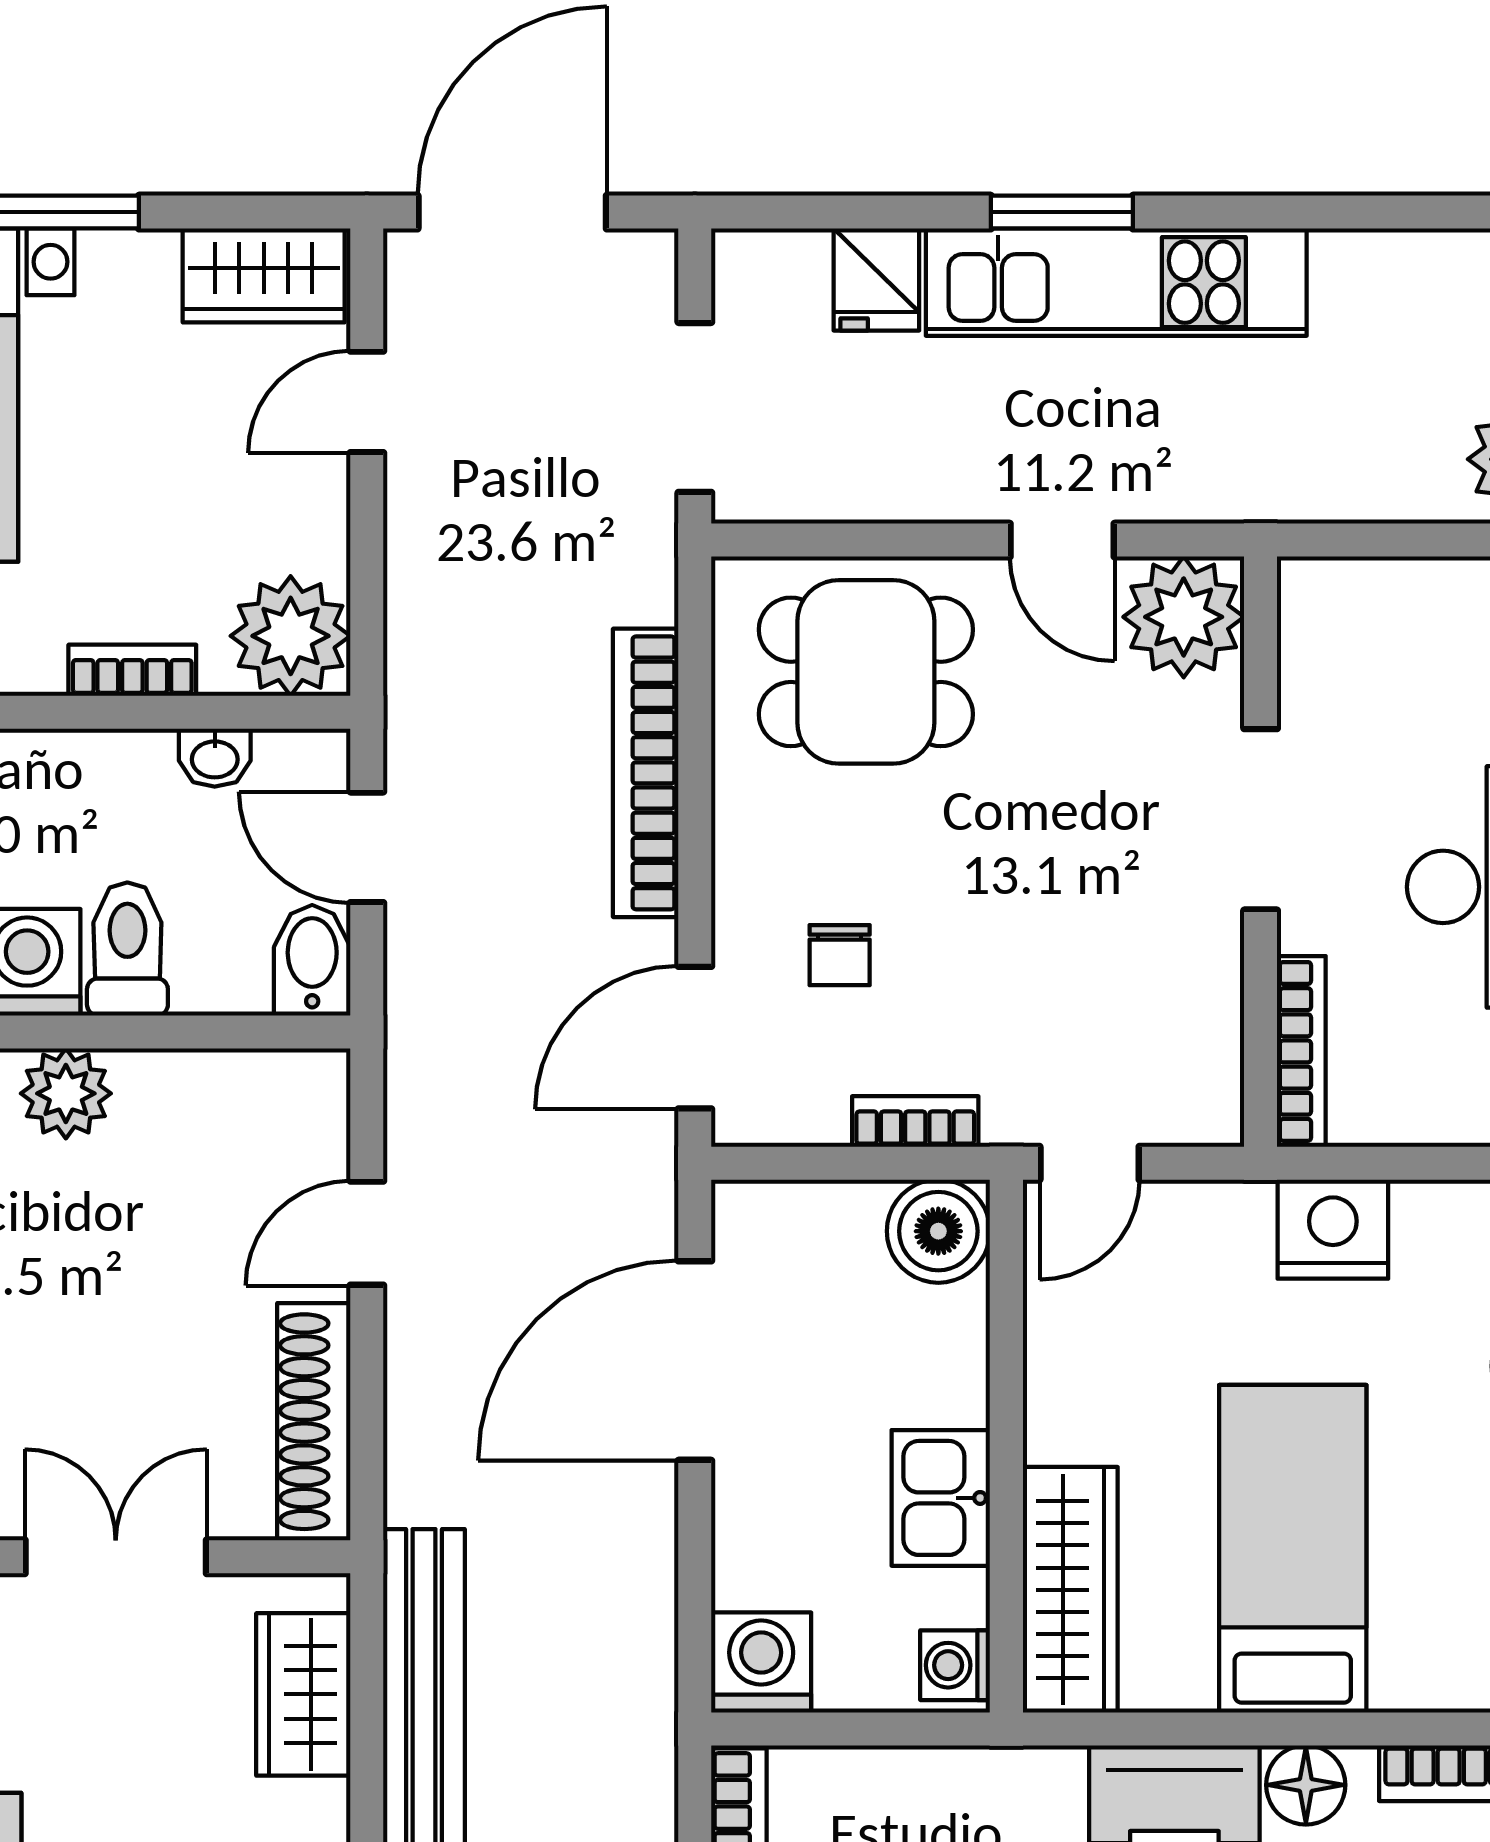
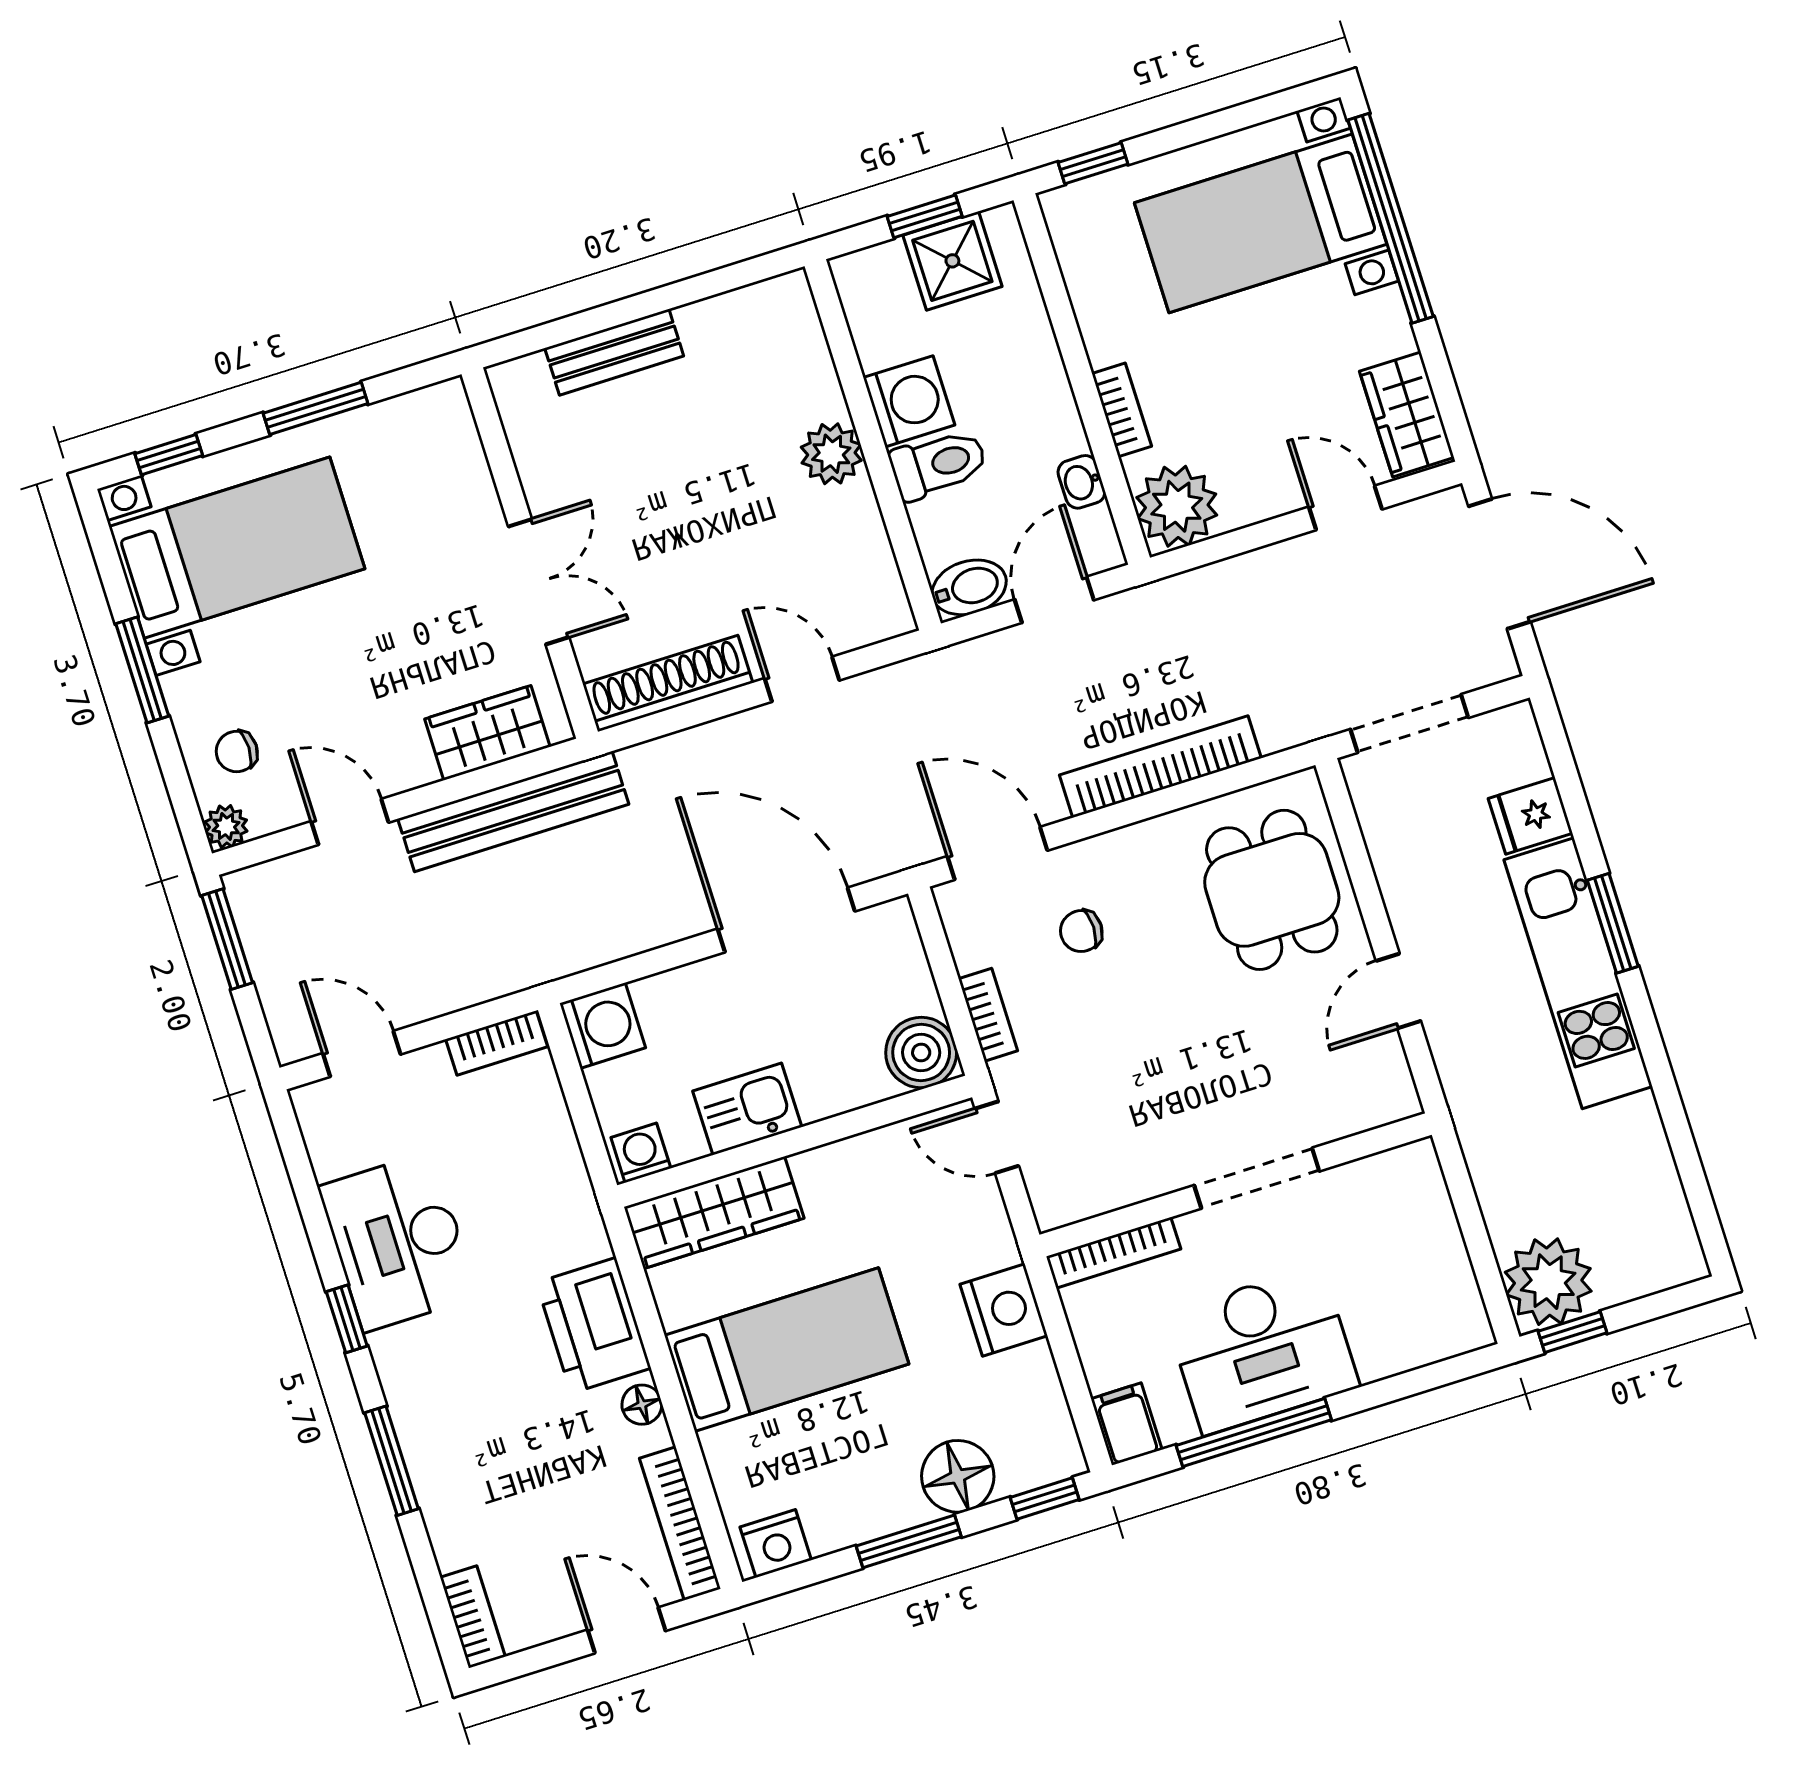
plant: (1184, 617) -> (1373, 1086), removed
floor lamp: (1306, 1785) -> (642, 1405), width x0.73, depth x0.73

